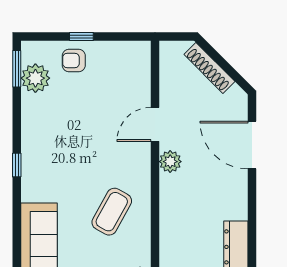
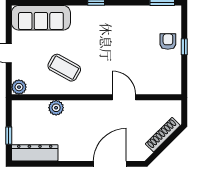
plant: (35, 78) -> (156, 15), removed
plant: (170, 162) -> (56, 108), moved

